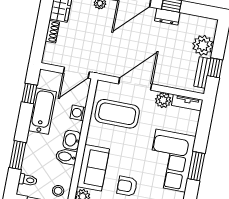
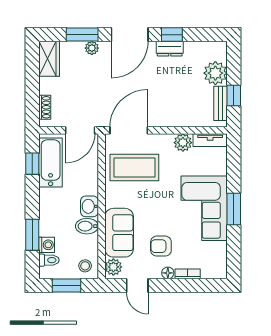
shoe rack: (52, 32) -> (45, 107), moved
door: (135, 84) -> (129, 130), moved
bathtub: (42, 111) -> (51, 162), moved
washing machine: (78, 113) -> (47, 245), moved, turned 180

